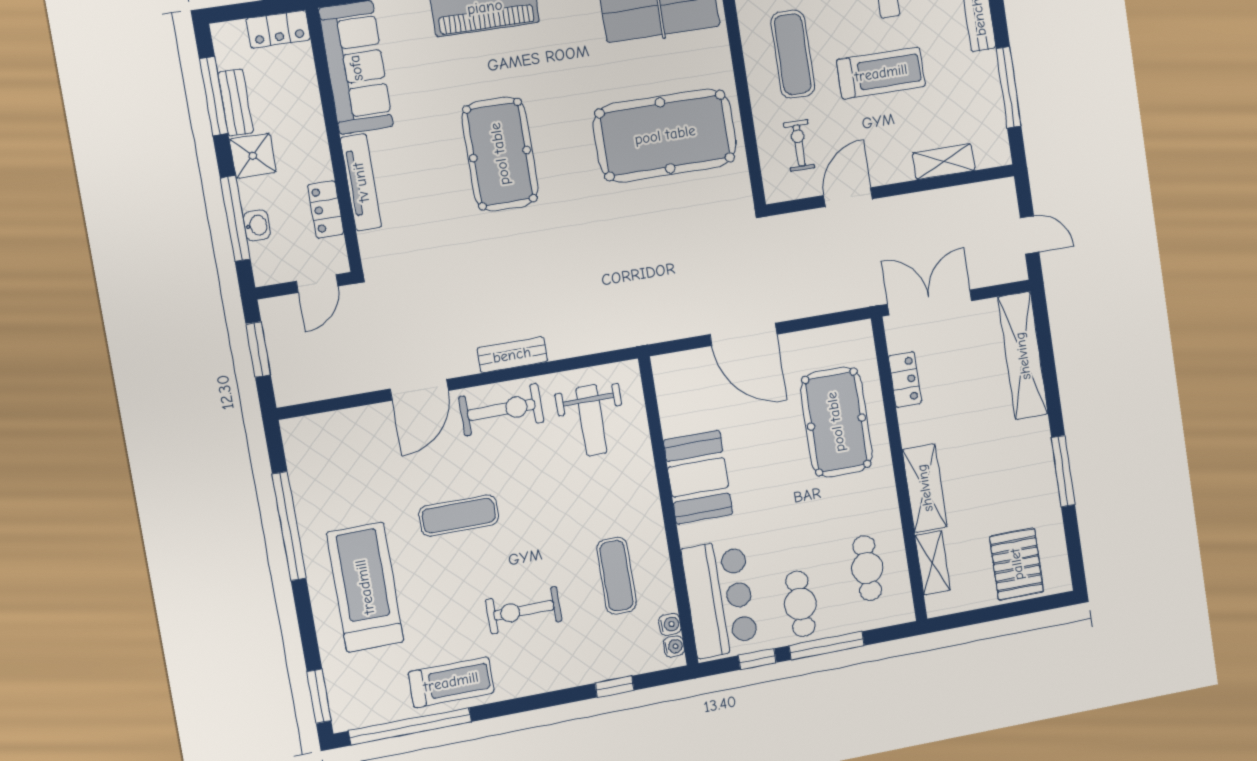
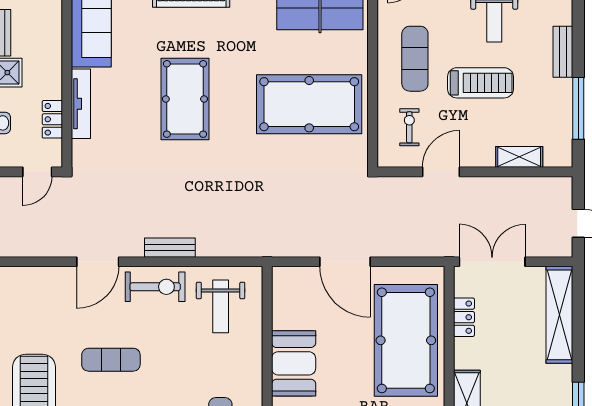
pool table: (836, 422) -> (406, 340), width x1.36, depth x1.32

